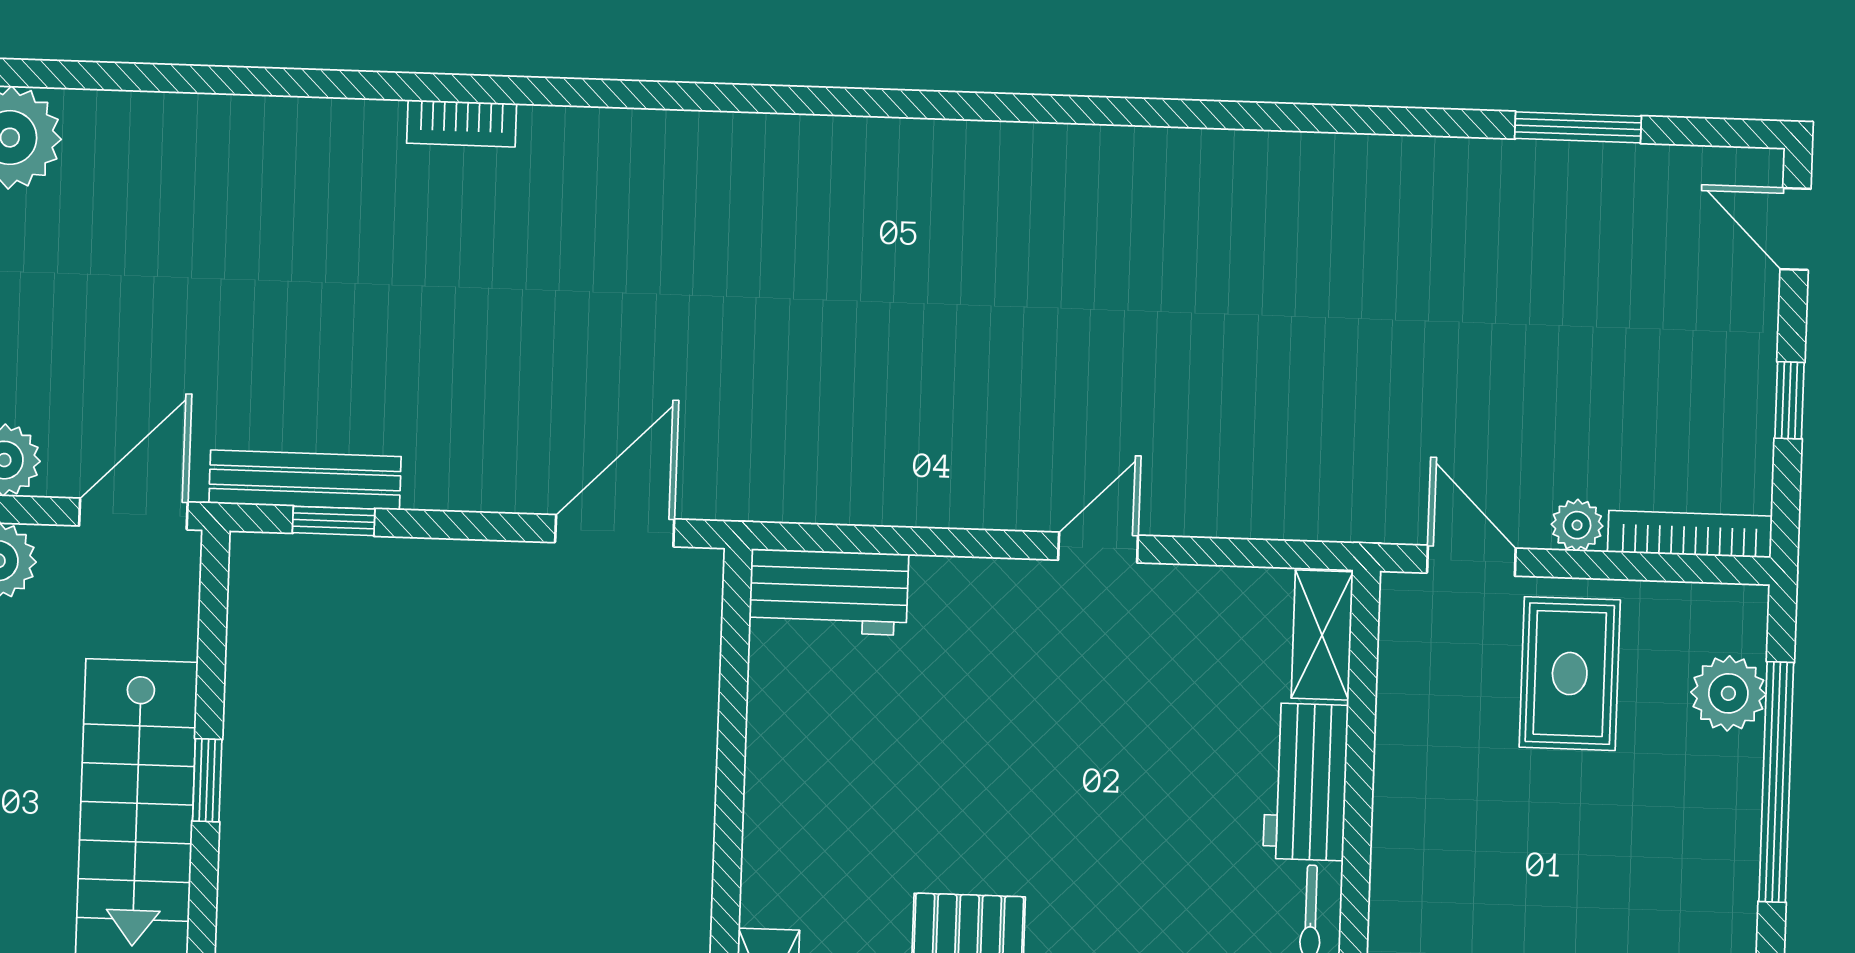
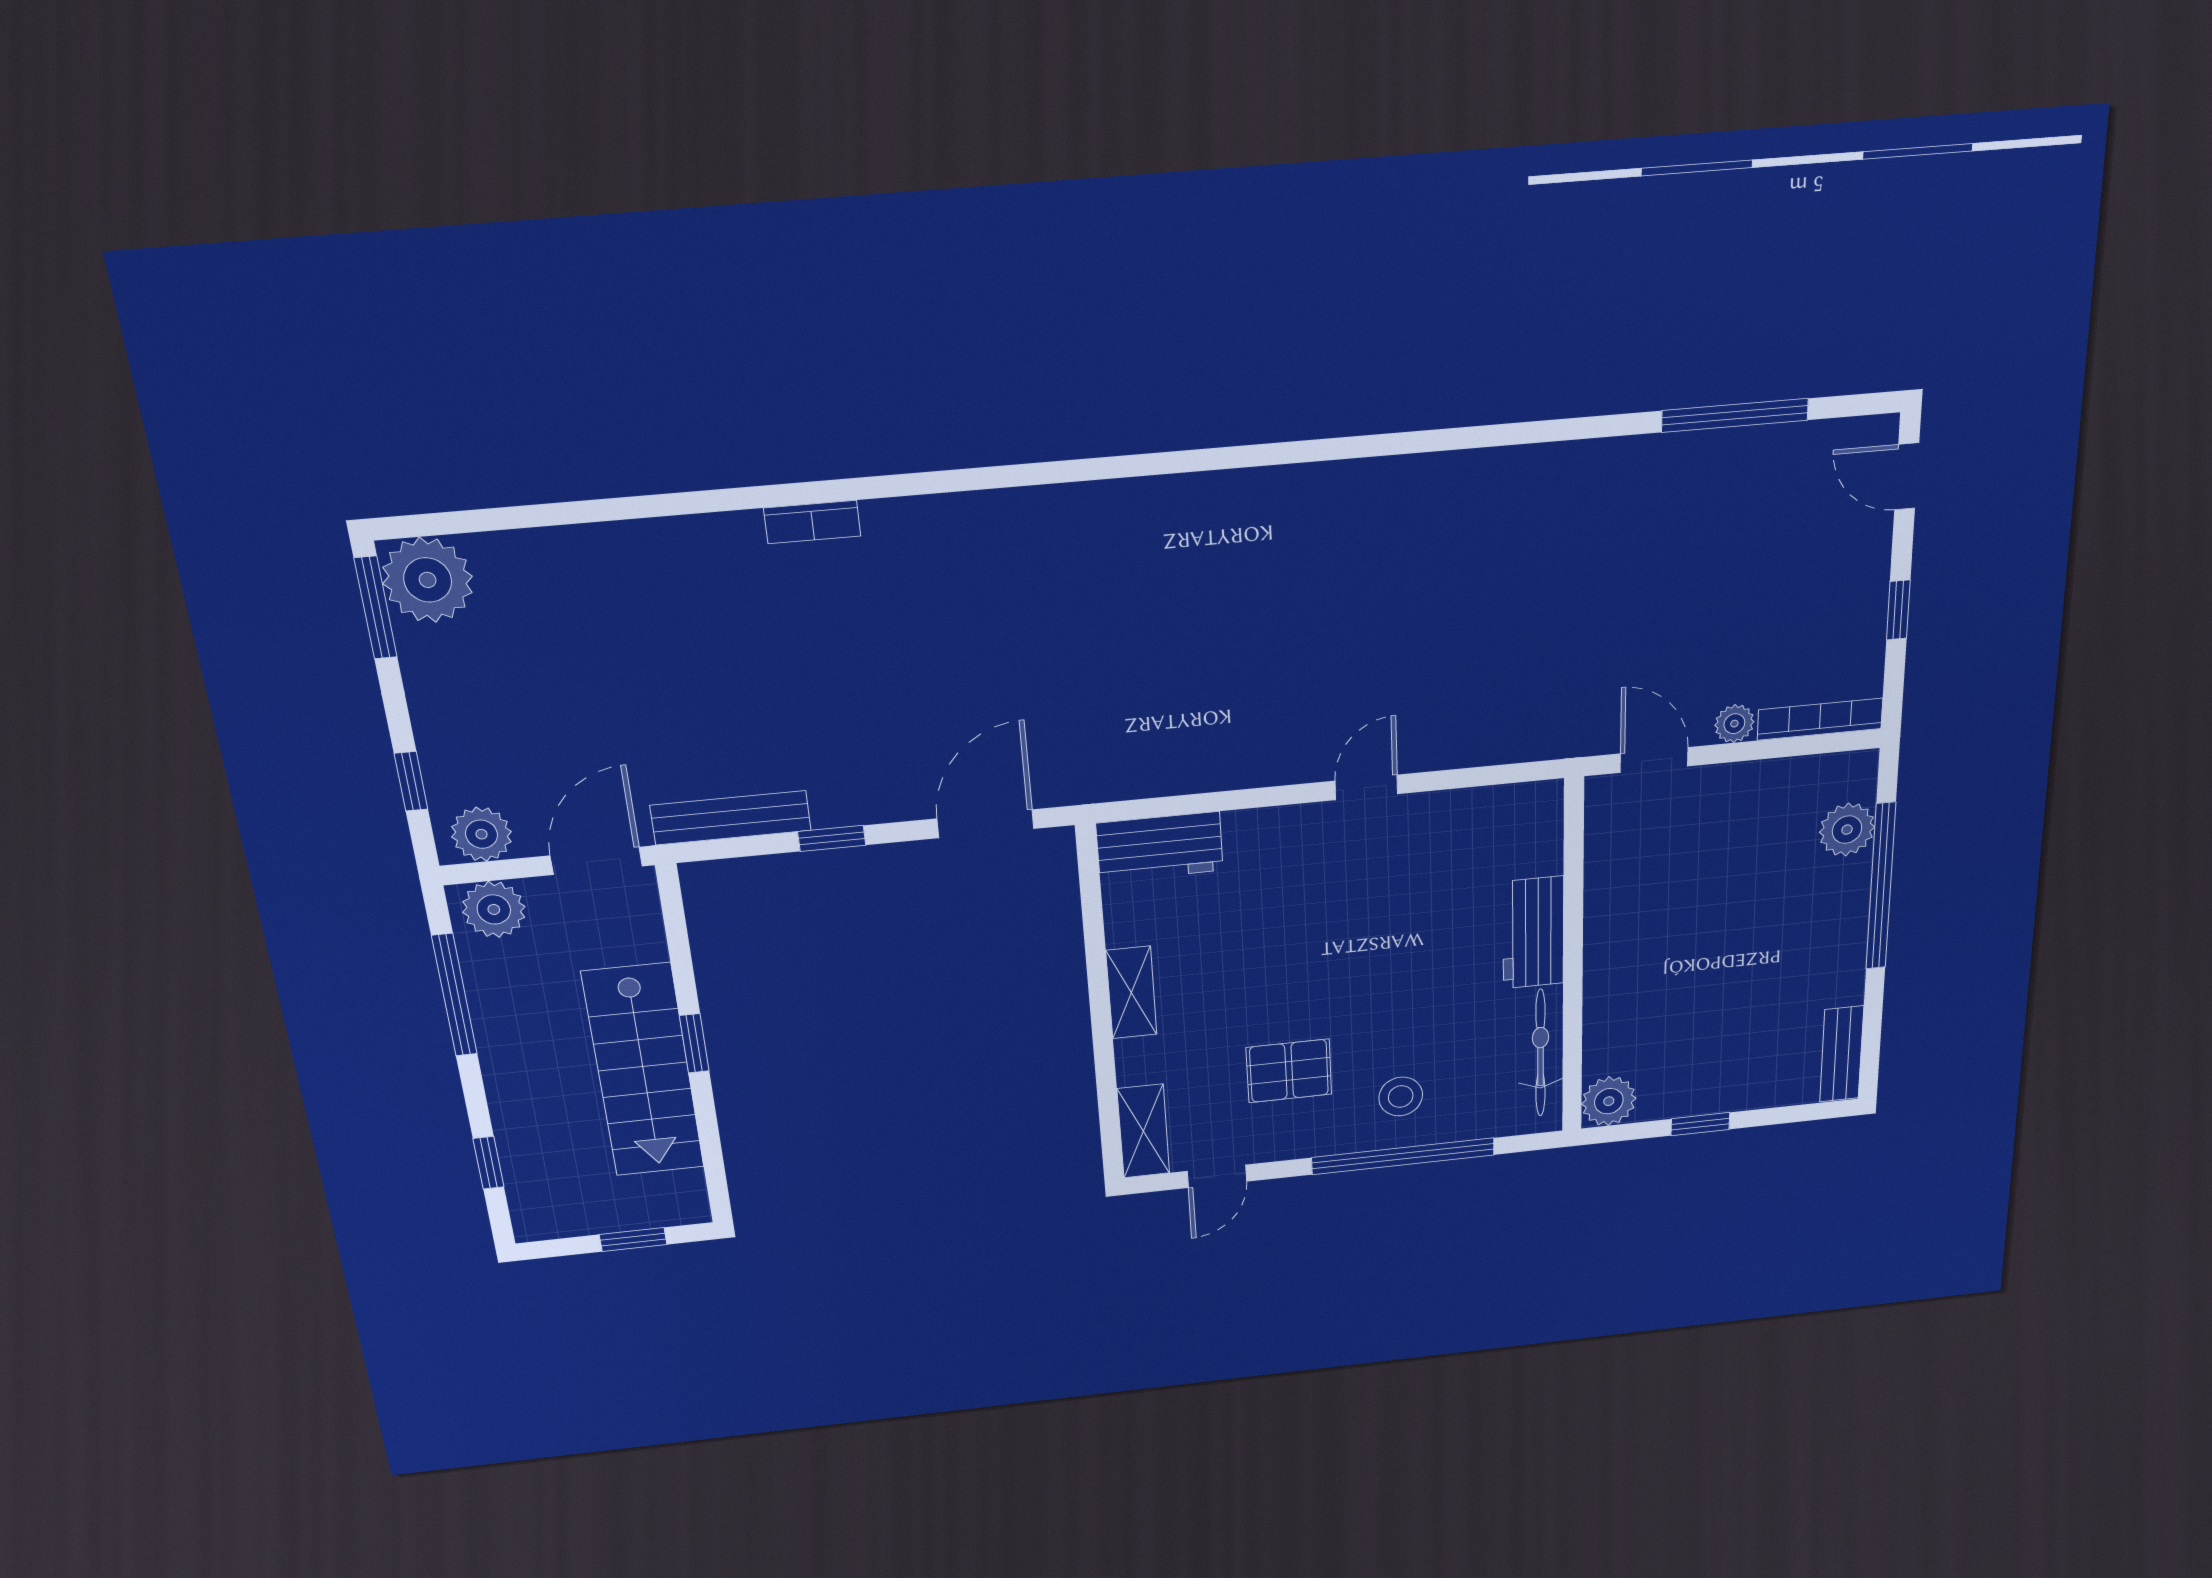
window: (1578, 127) -> (1735, 415), width x1.44
window: (334, 521) -> (832, 838), moved
shelving: (1322, 635) -> (1131, 992), moved
rug: (1570, 674) -> (1729, 831), removed

